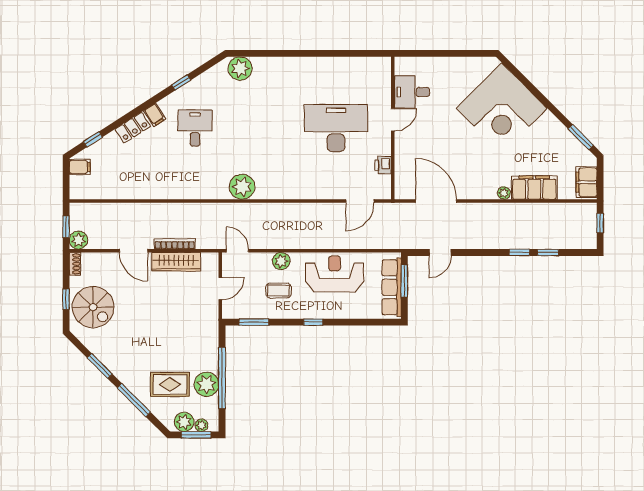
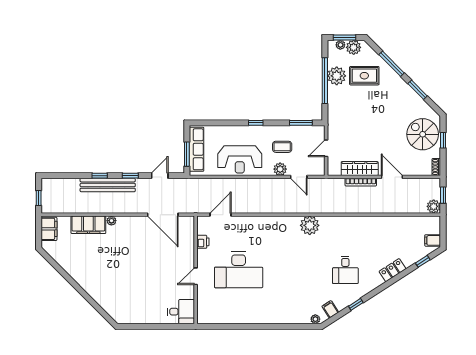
plant: (240, 68) -> (315, 319), width x0.53, depth x0.53
desk: (412, 92) -> (181, 312), moved
corner desk: (502, 108) -> (113, 285), removed
filing cabinet: (155, 115) -> (330, 309), moved
window: (581, 137) -> (53, 263), removed
plant: (78, 240) -> (434, 206), moved
bench: (509, 240) -> (108, 185), added
door: (237, 251) -> (299, 177), moved
window: (548, 252) -> (130, 176), moved

